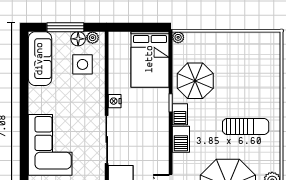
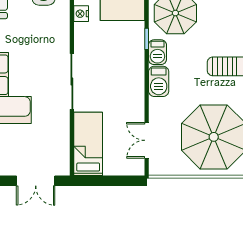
nightstand: (115, 101) -> (81, 14), moved

